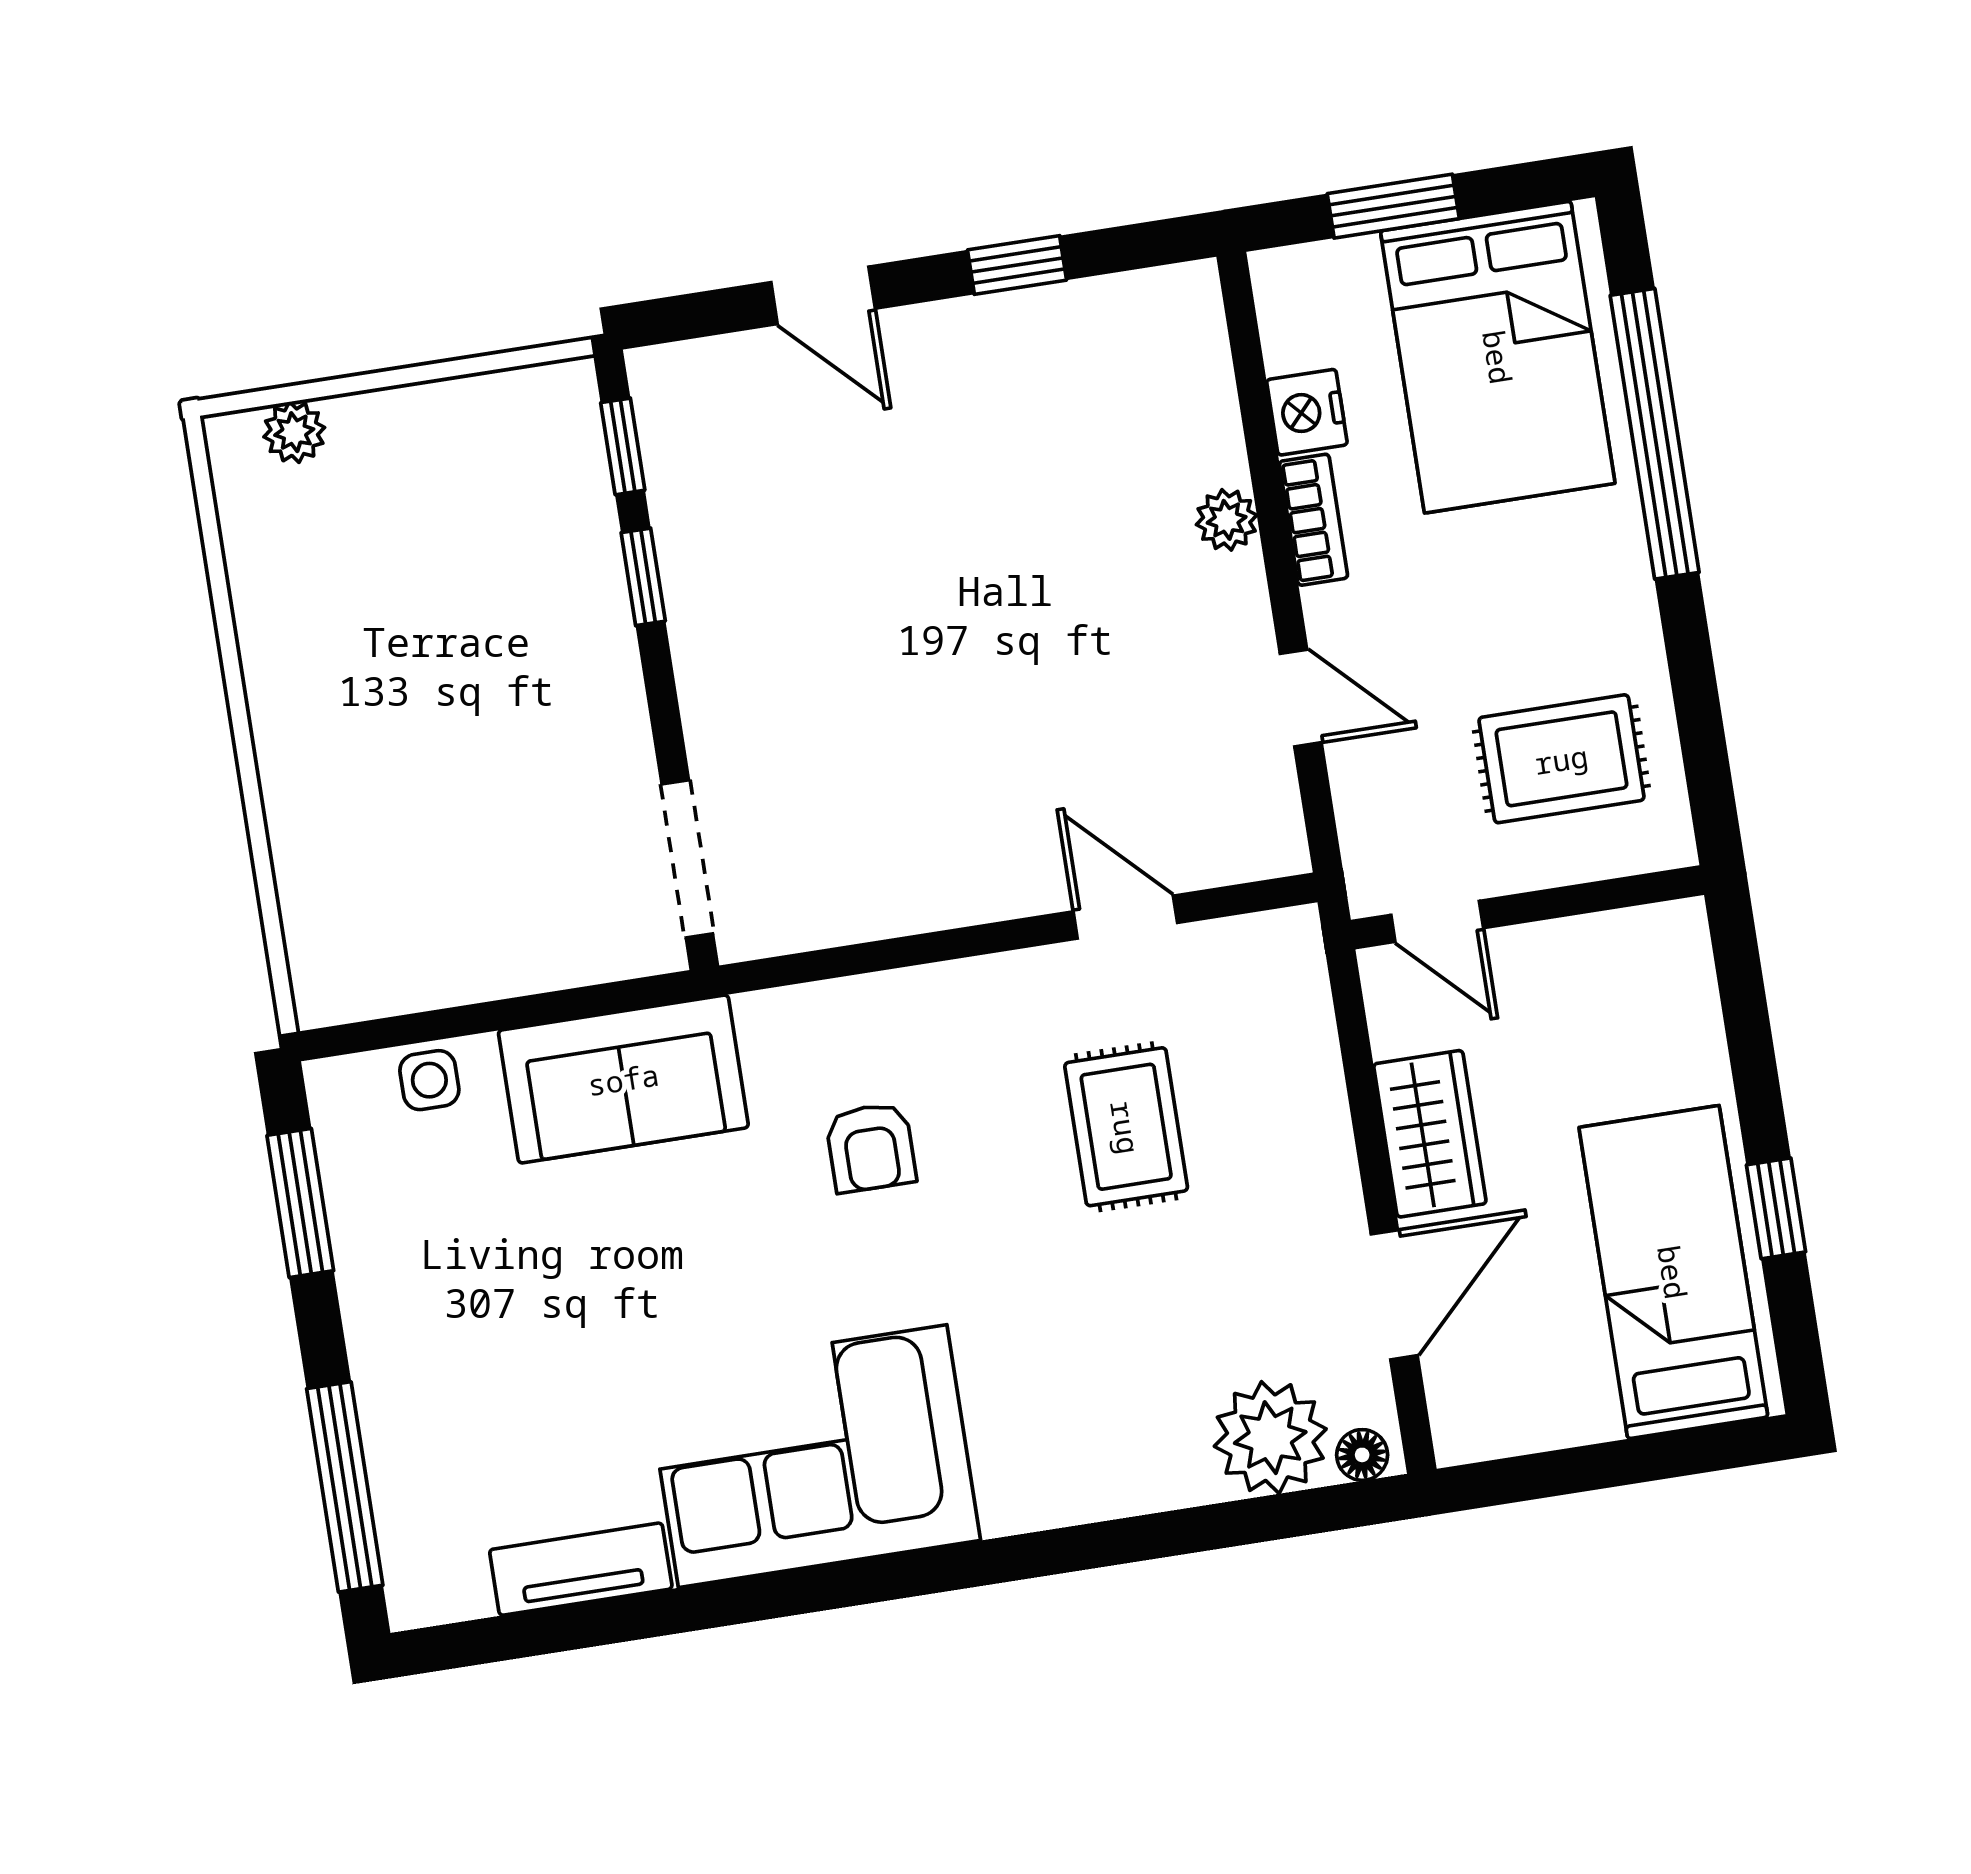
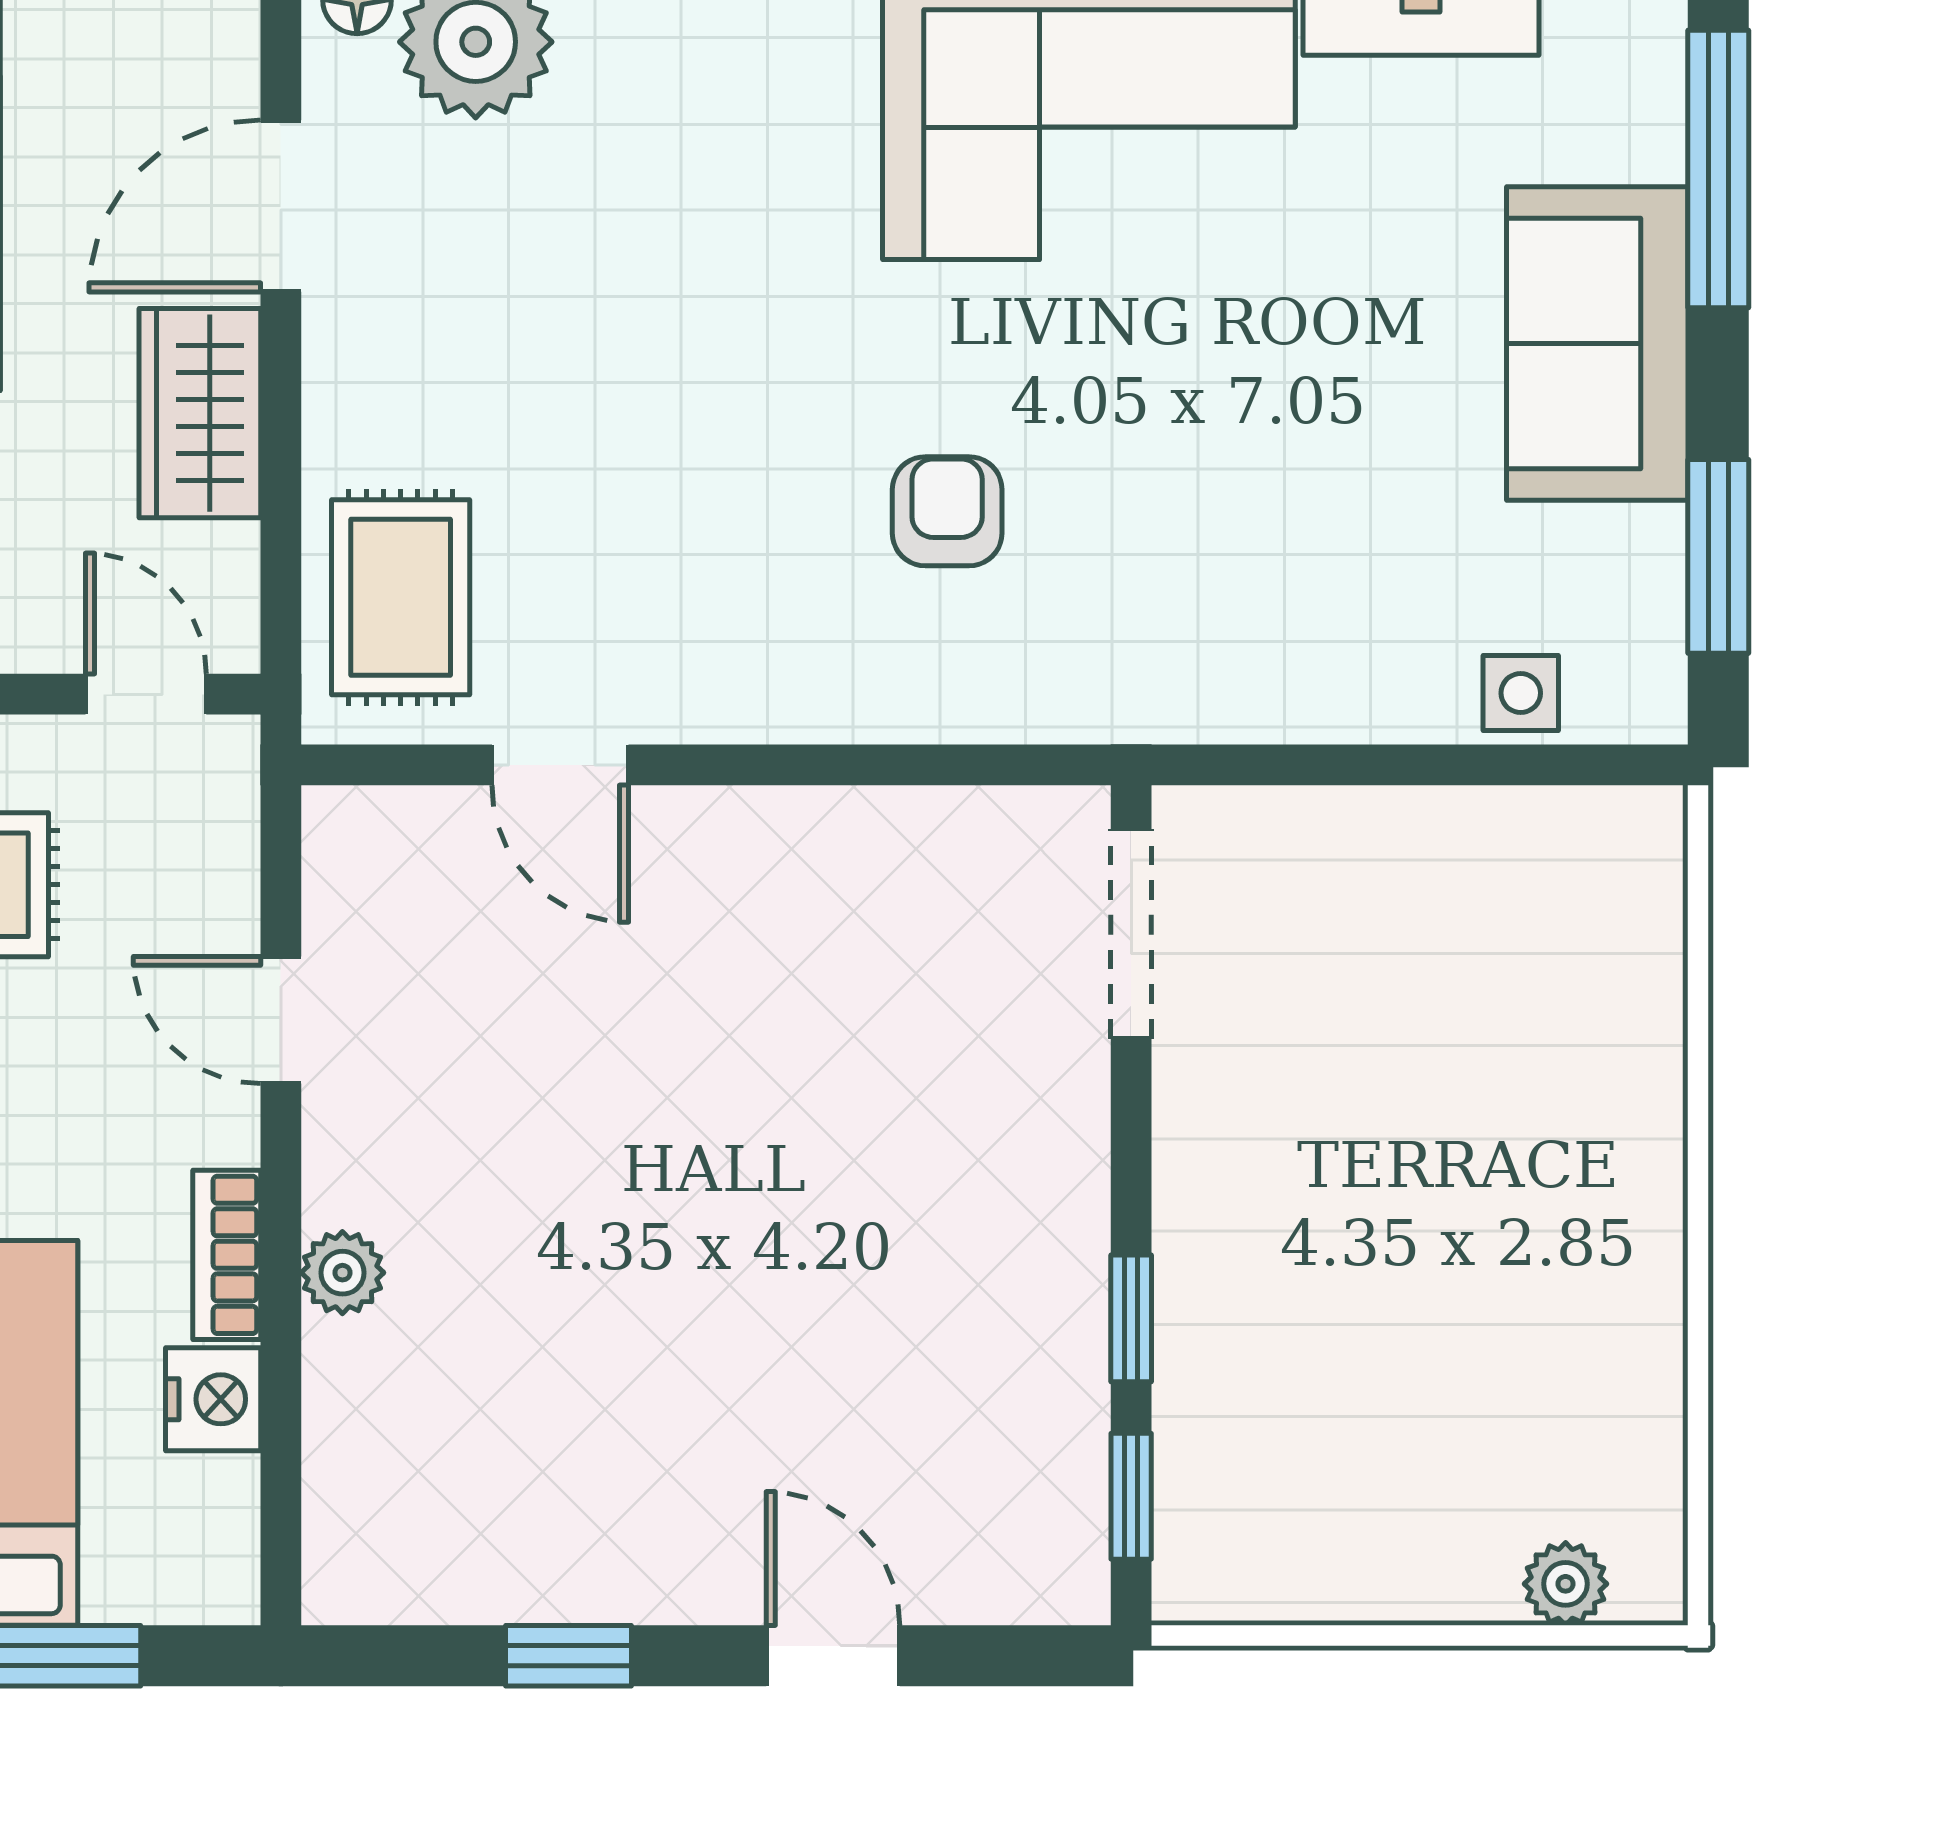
sofa: (623, 1079) -> (1597, 344), moved, turned -90
rug: (1126, 1127) -> (401, 597), moved

